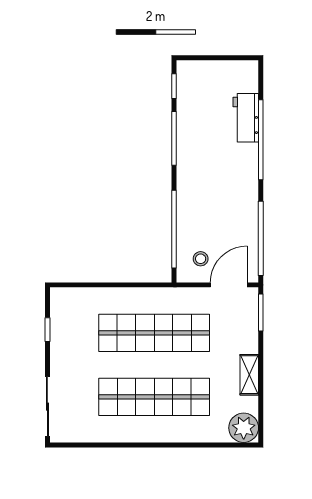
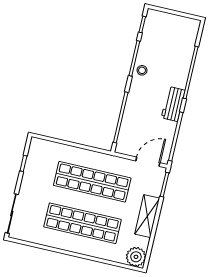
workbench: (246, 118) -> (173, 104), moved
stool: (201, 259) -> (142, 70), moved
shelving: (249, 375) -> (147, 216), width x1.50, depth x1.33

